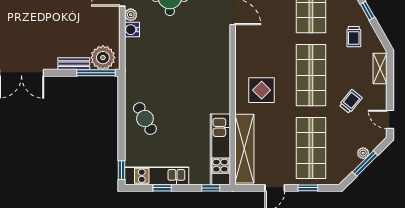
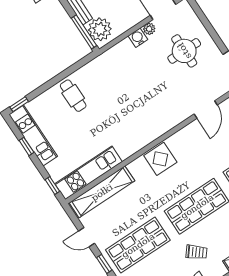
display table: (262, 90) -> (160, 159), moved
cafe table: (145, 119) -> (73, 96), turned -62

